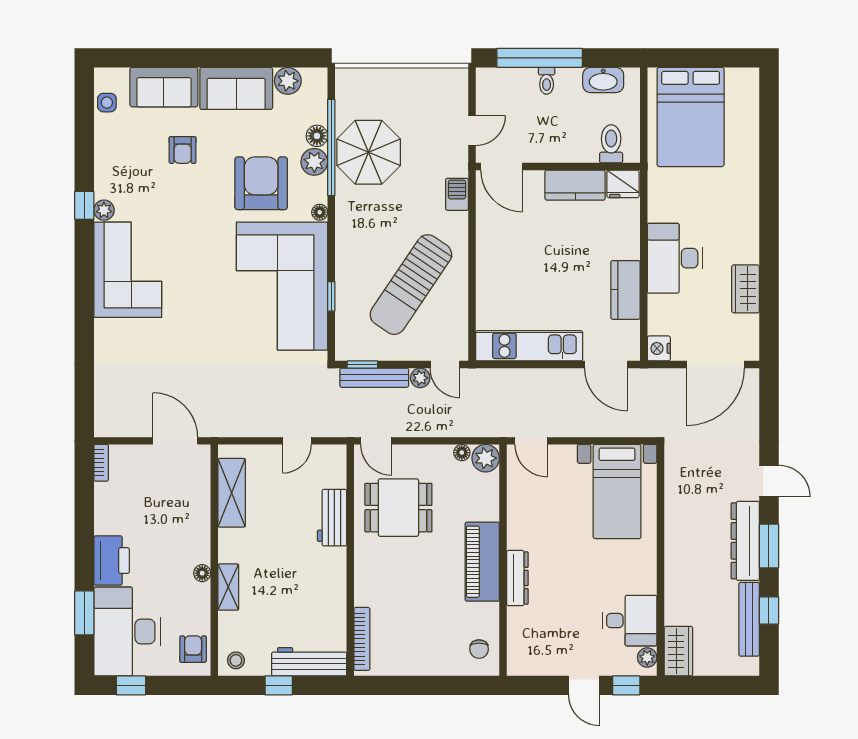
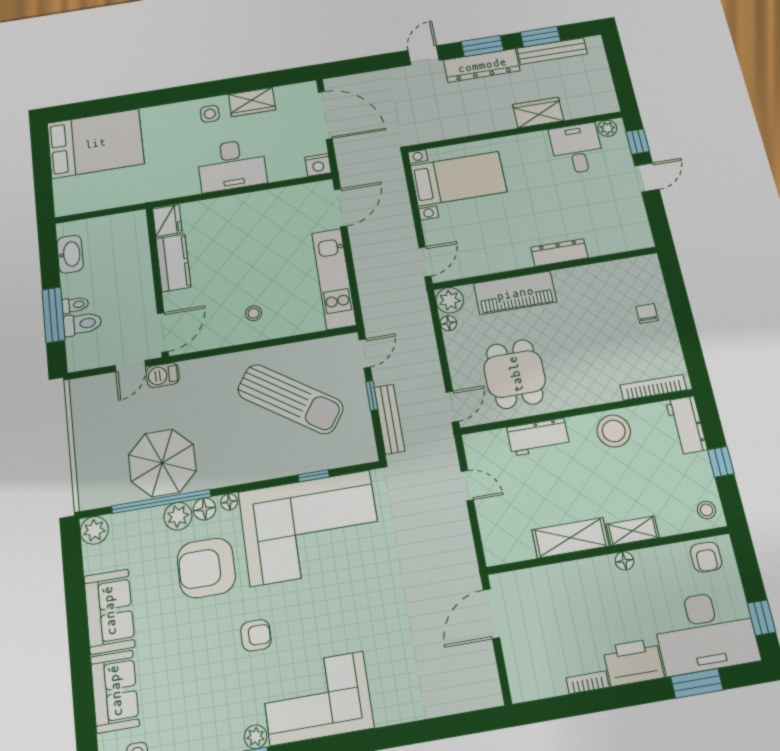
window: (540, 58) -> (53, 315), width x0.68
plant: (288, 81) -> (94, 530), moved
bed: (691, 117) -> (96, 143), moved
door: (472, 131) -> (130, 366), swing flipped
floor lamp: (317, 136) -> (204, 509), moved
toilet: (611, 144) -> (82, 324), moved, turned 180
armchair: (183, 150) -> (256, 635), moved
barbecue: (457, 194) -> (163, 375), moved
side table: (740, 242) -> (210, 114), added
stool: (506, 260) -> (254, 313), added
kitchen counter: (625, 290) -> (267, 202), removed
window: (362, 365) -> (372, 396), moved
plant: (420, 378) -> (382, 375), removed
bookcase: (101, 463) -> (588, 682), moved
shelving: (232, 493) -> (570, 538), moved
piano: (482, 562) -> (515, 293), moved
stool: (326, 591) -> (614, 431), added
window: (769, 610) -> (540, 37), width x1.50
armchair: (193, 649) -> (706, 557), turned -90
chair: (479, 649) -> (647, 313), moved, turned -90
wardrobe: (678, 651) -> (538, 113), moved
workbench: (309, 662) -> (686, 425), width x0.73

